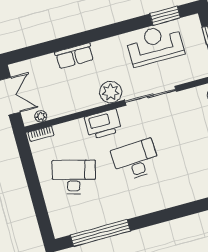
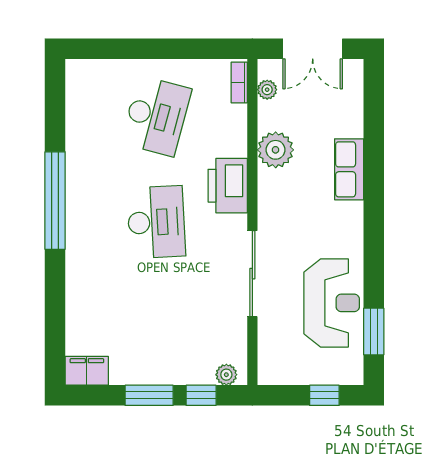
plant: (111, 92) -> (276, 150), moved
window: (100, 233) -> (55, 201), moved

